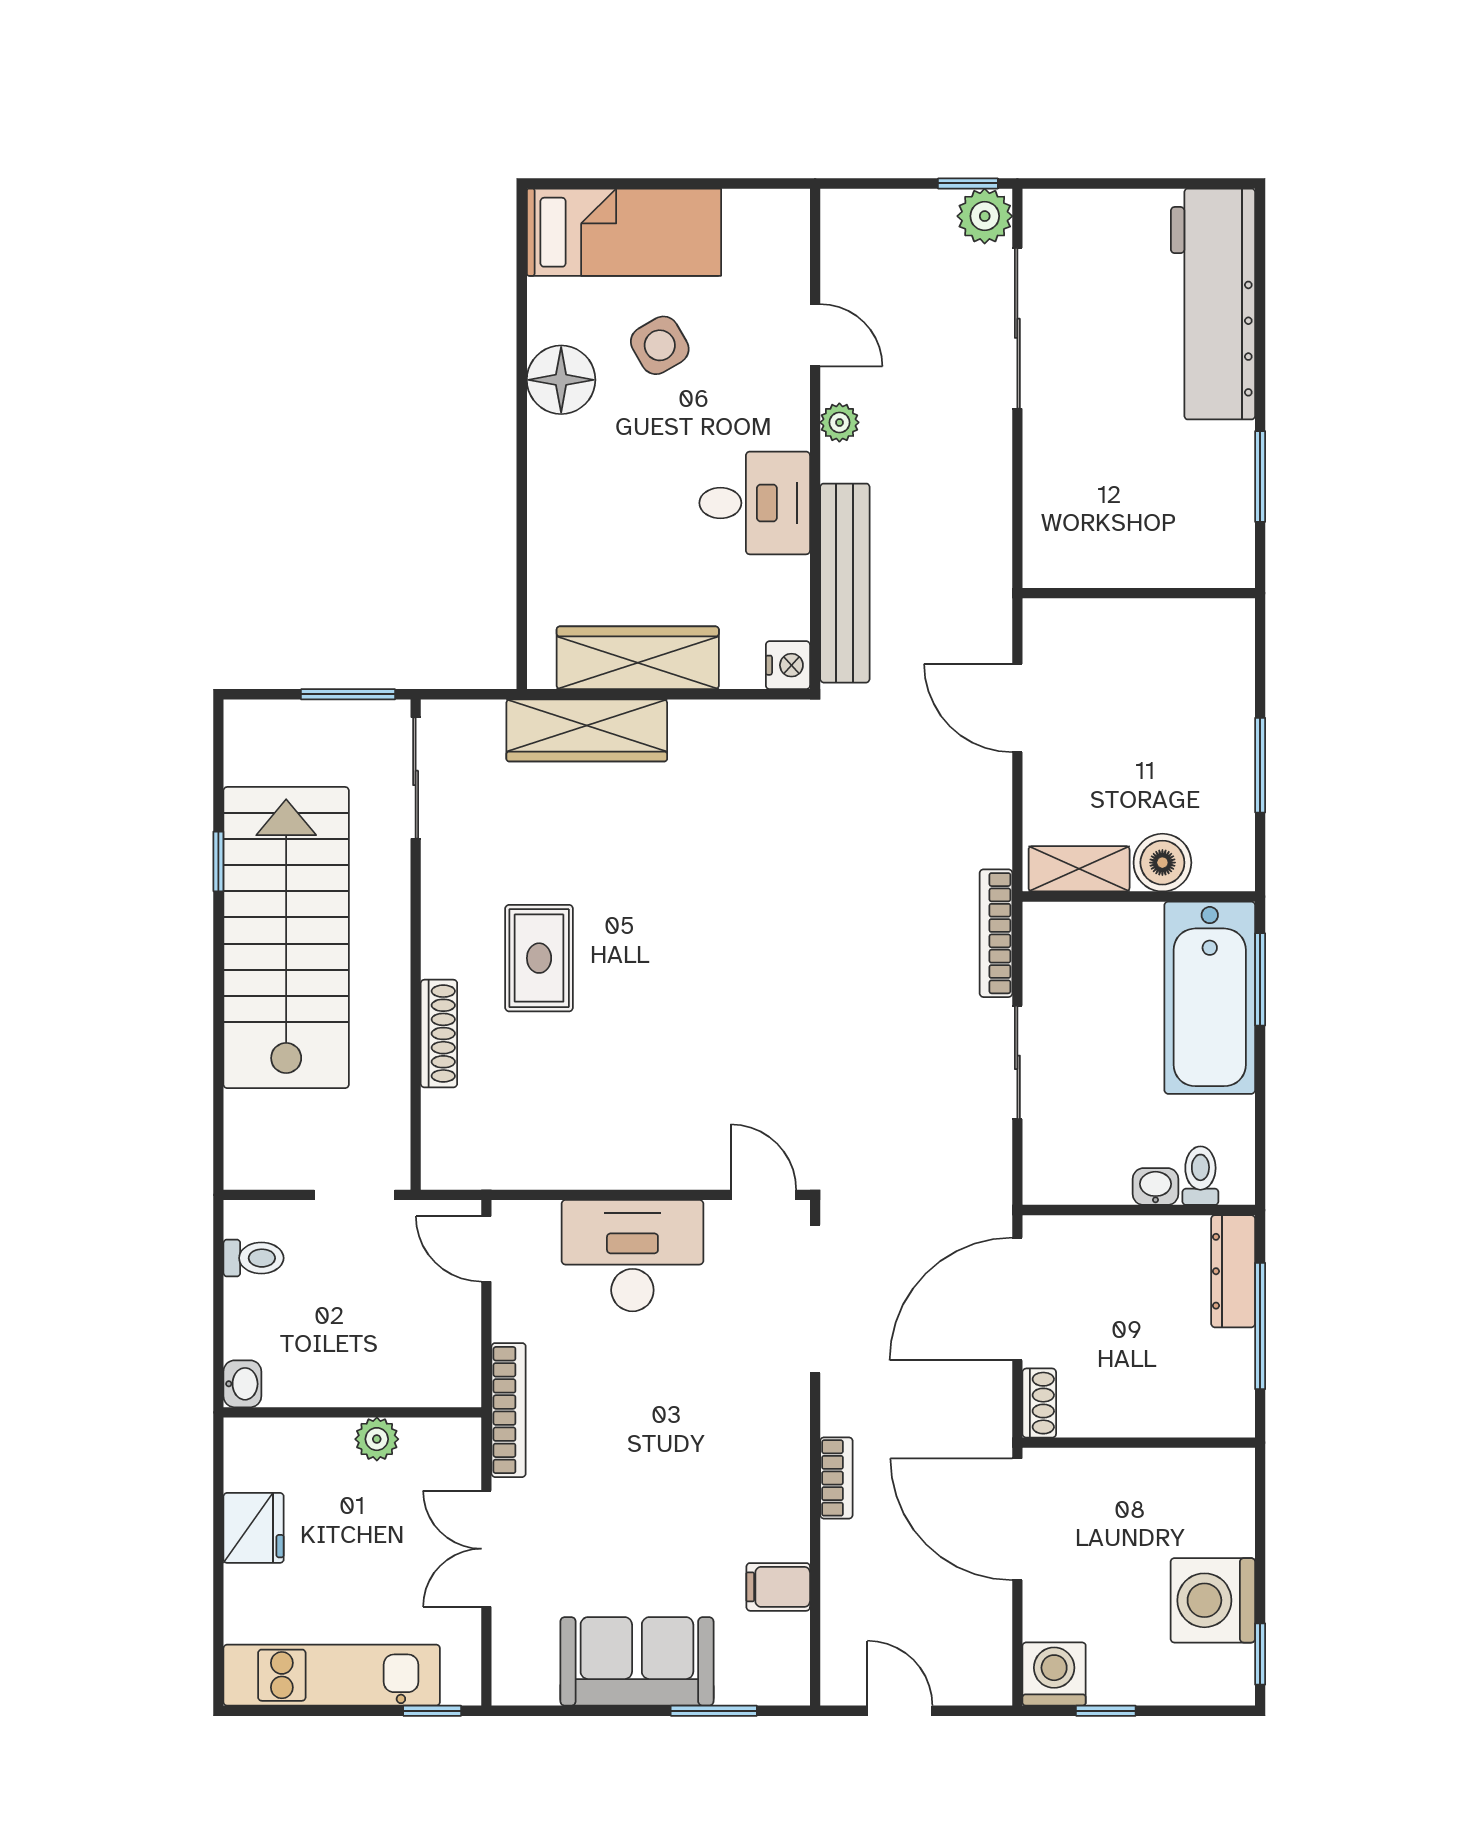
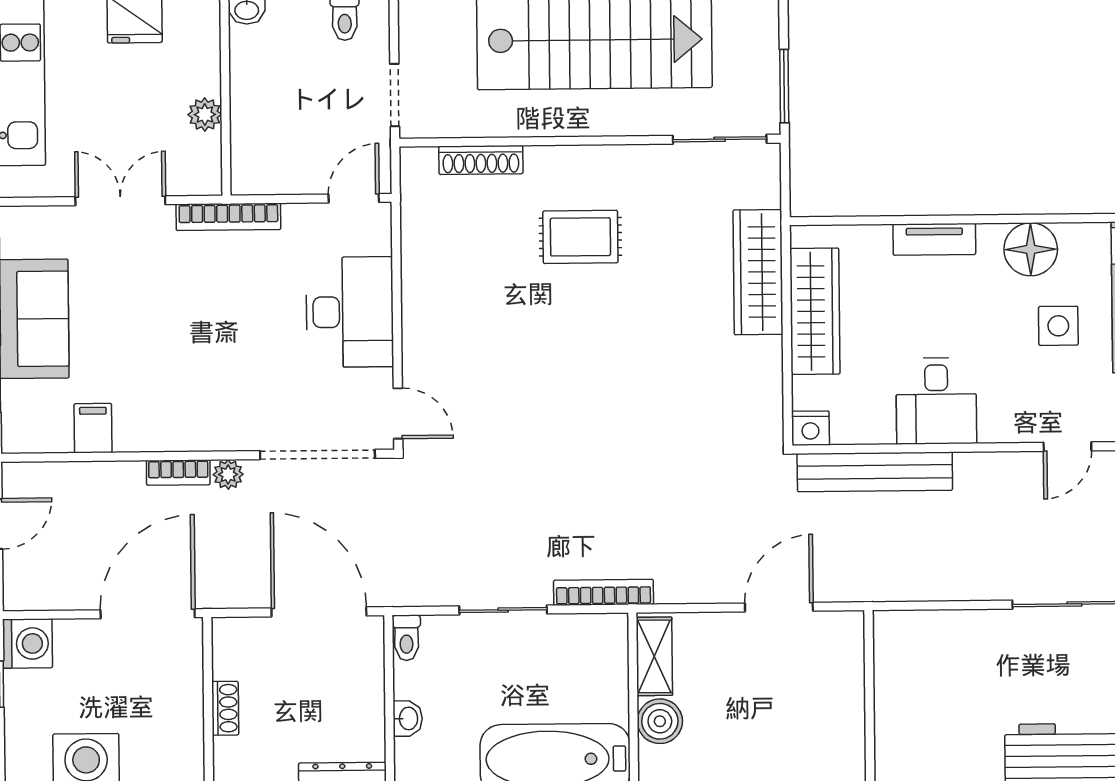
side table: (660, 345) -> (1058, 326), turned 30
plant: (839, 422) -> (228, 474), moved
tv unit: (547, 503) -> (934, 239), added
shoe rack: (439, 1034) -> (481, 160), moved
toilet: (1200, 1176) -> (406, 638), moved, turned 90
door: (763, 1195) -> (398, 413), hinge flipped
shoe rack: (1039, 1403) -> (225, 708), moved, turned -90

